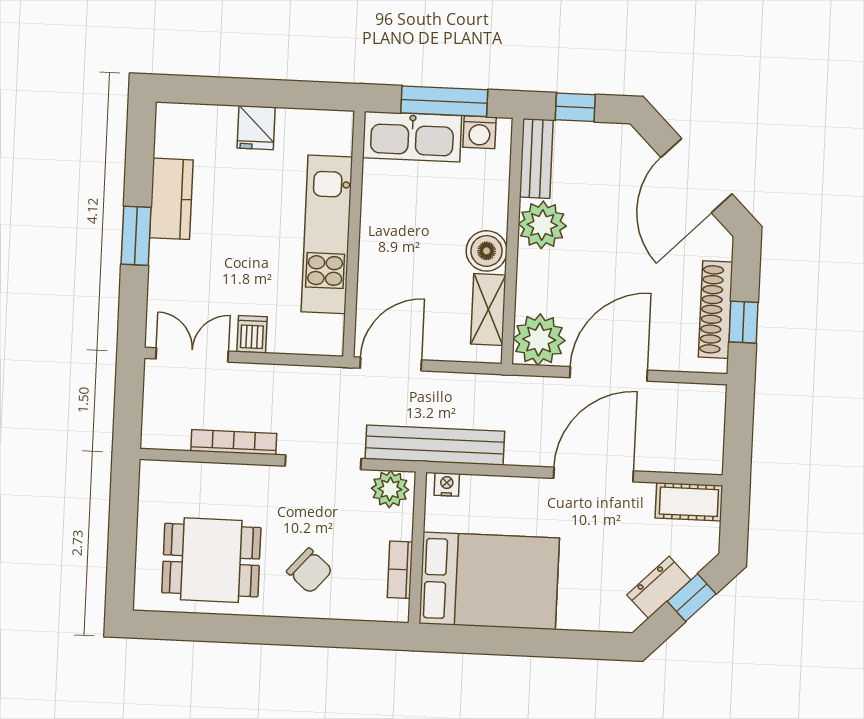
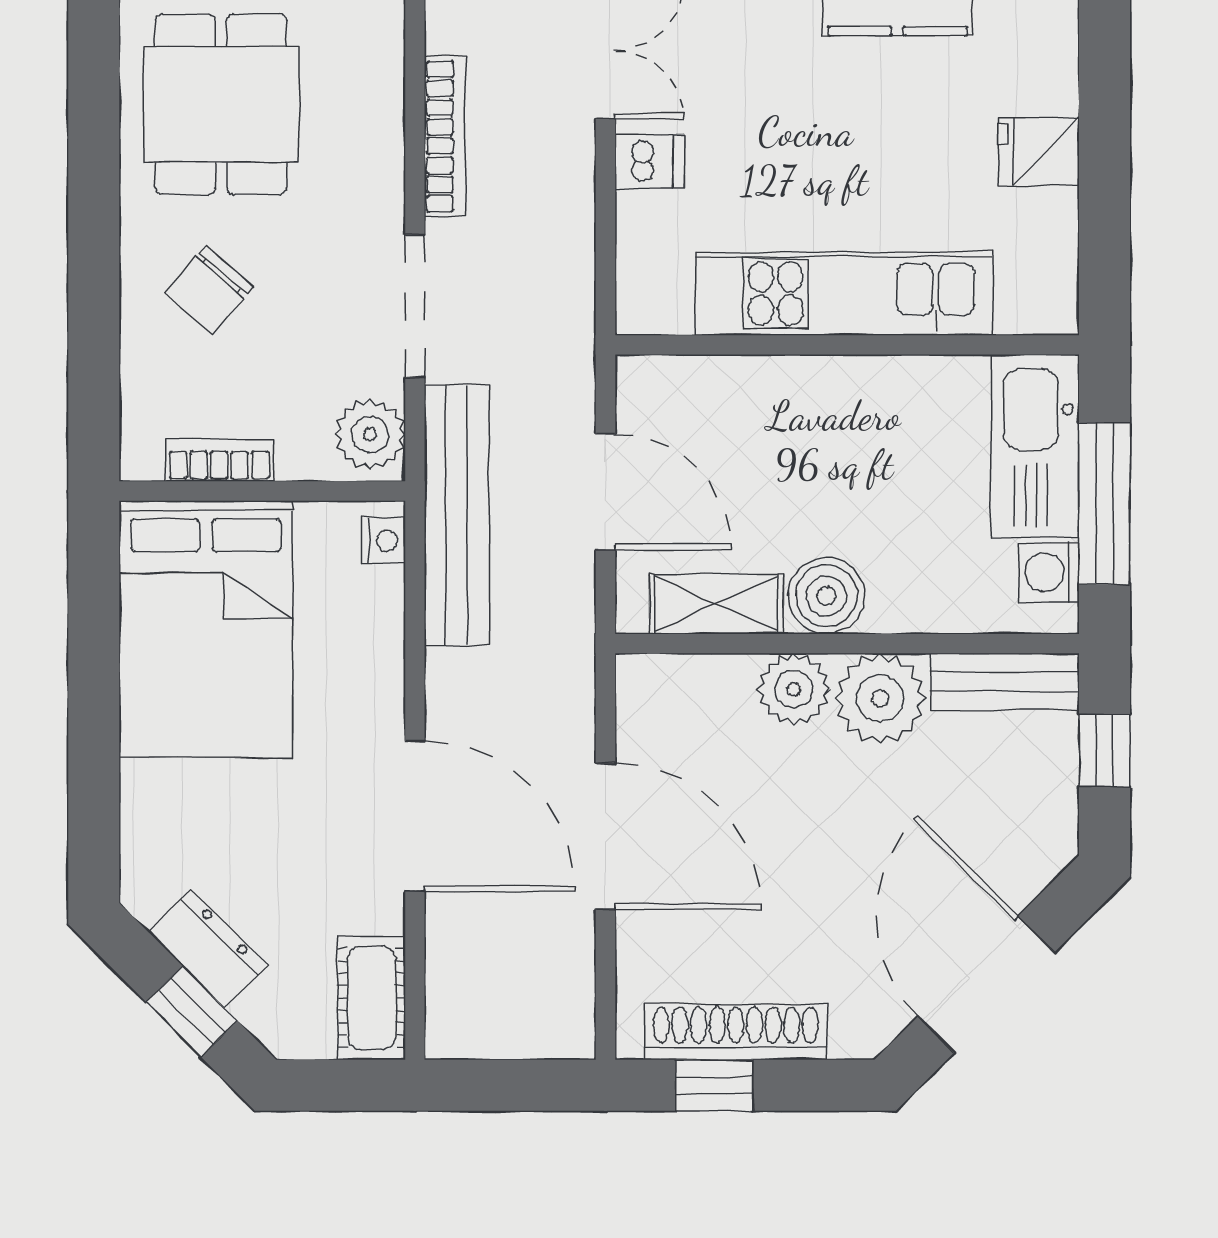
door: (696, 176) -> (986, 984), hinge flipped
plant: (539, 340) -> (794, 689), moved, width x0.73, depth x0.73
door: (391, 364) -> (605, 492), moved

